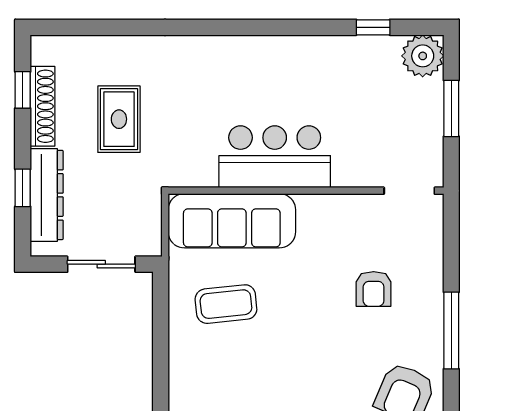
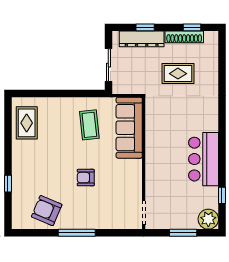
bar counter: (275, 157) -> (204, 159), moved, turned 180
armchair: (374, 289) -> (86, 178), moved

